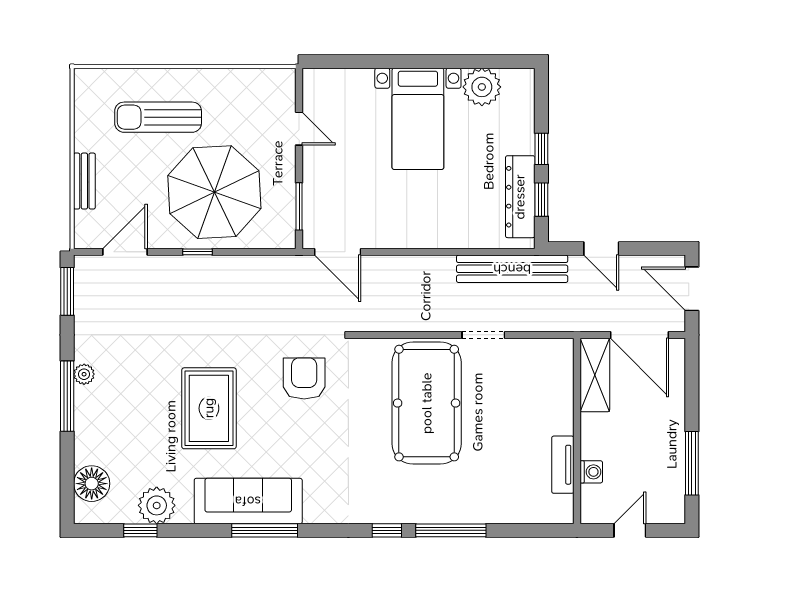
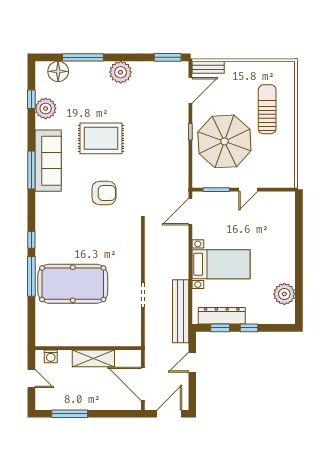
bed with nightstands: (418, 119) -> (221, 264), moved, turned 180
door: (299, 129) -> (248, 190), moved
bench: (84, 181) -> (208, 67), moved
door: (125, 252) -> (190, 90), hinge flipped
door: (640, 335) -> (143, 384), hinge flipped
plant: (84, 374) -> (121, 72), width x1.88, depth x1.88
shelving: (595, 375) -> (93, 358), moved
armchair: (304, 378) -> (104, 193), moved
window: (67, 396) -> (83, 57), moved
pool table: (427, 403) -> (73, 284), moved
tv unit: (563, 465) -> (69, 340), removed
washing machine: (591, 472) -> (51, 356), moved

